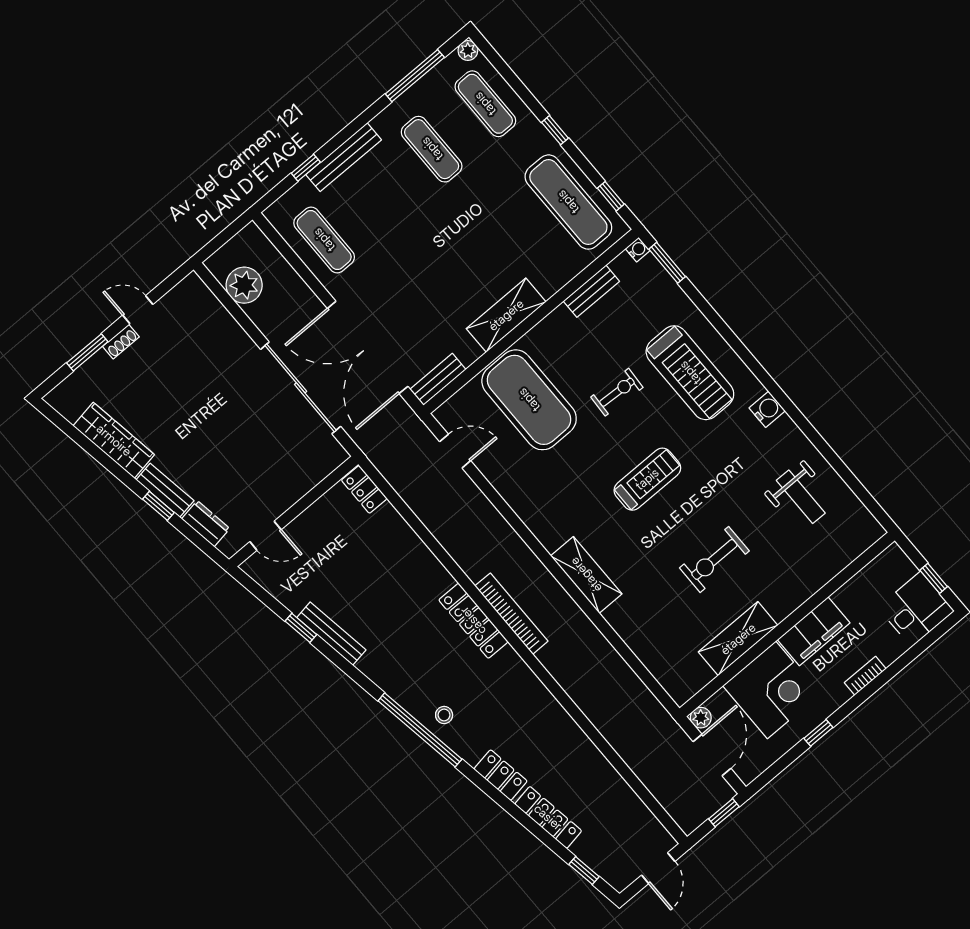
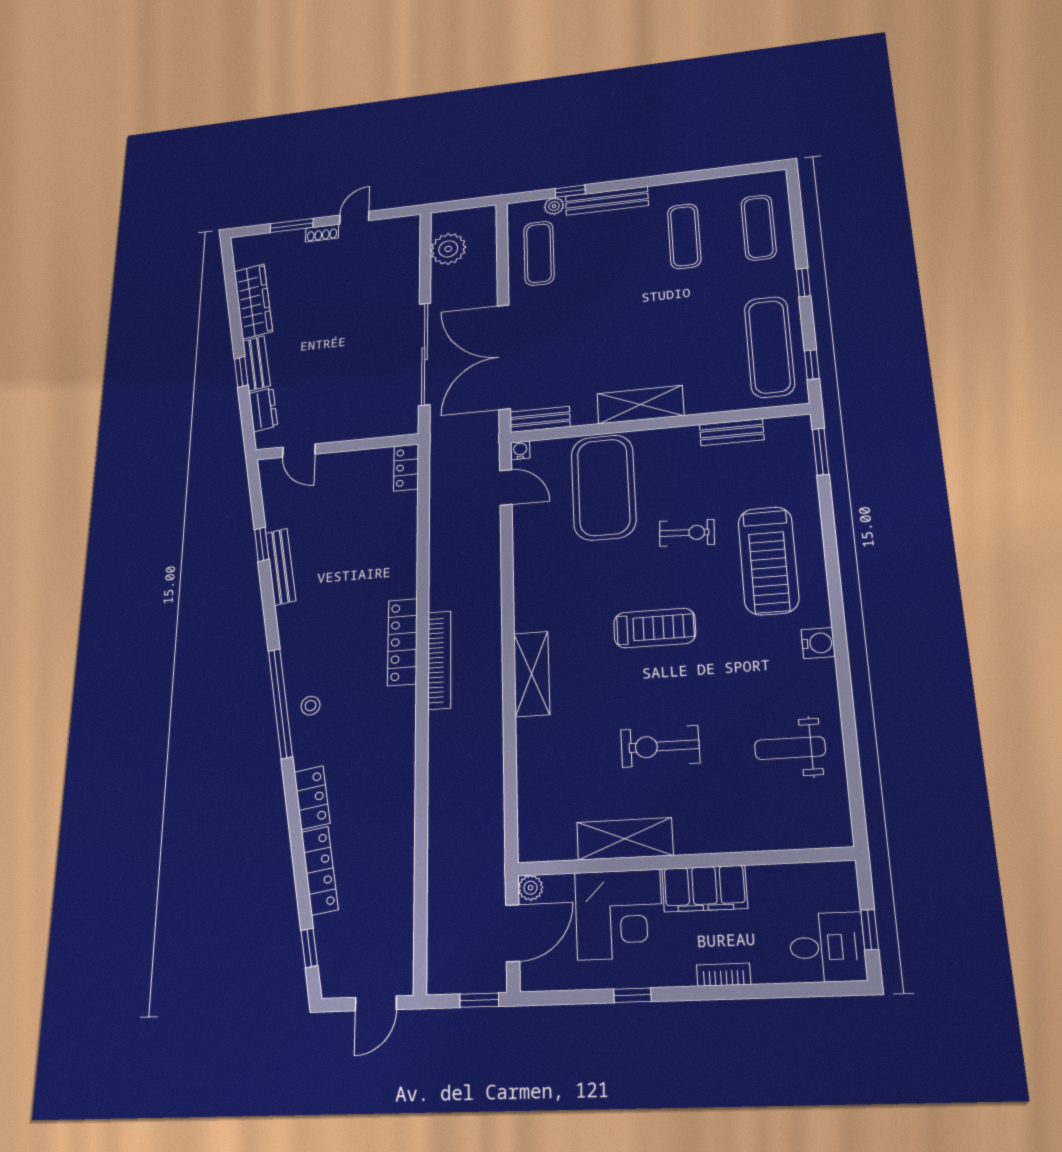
plant: (468, 50) -> (554, 206), moved
window: (415, 76) -> (716, 173), removed
water cooler: (638, 250) -> (520, 450), moved, turned -90
door: (138, 310) -> (354, 218), hinge flipped
weight bench: (801, 497) -> (790, 748), turned 90

